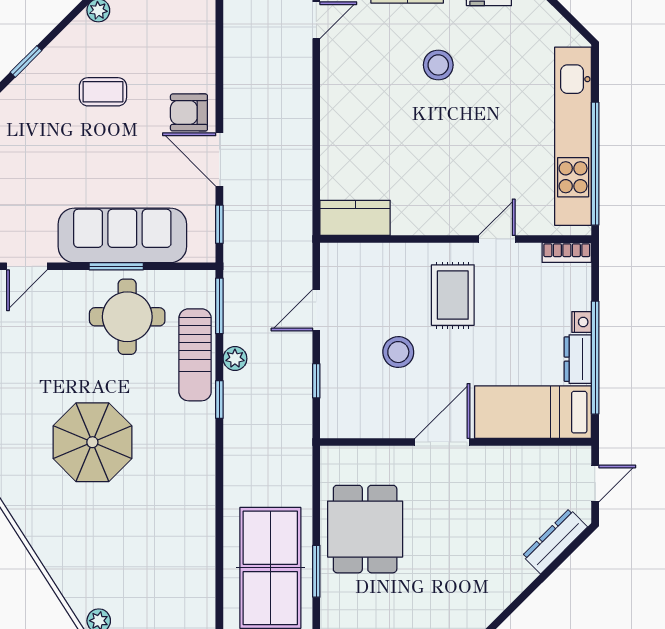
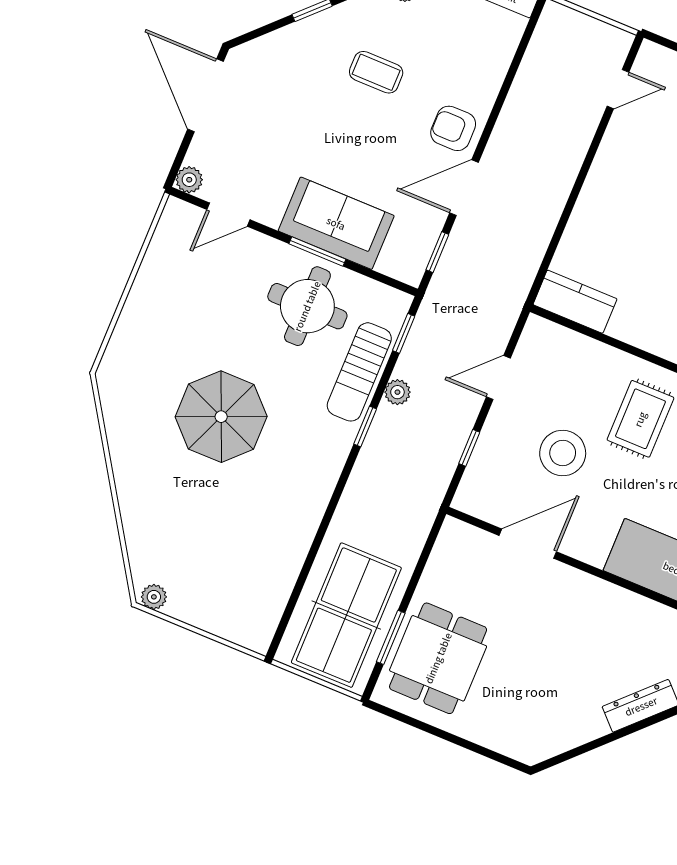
door: (219, 159) -> (464, 188), hinge flipped
sofa: (122, 235) -> (336, 223), width x0.73
window: (219, 306) -> (404, 333), width x0.67
stool: (398, 352) -> (563, 453), width x1.38, depth x1.38
door: (442, 442) -> (528, 544), moved
dining table: (365, 529) -> (438, 658), moved

